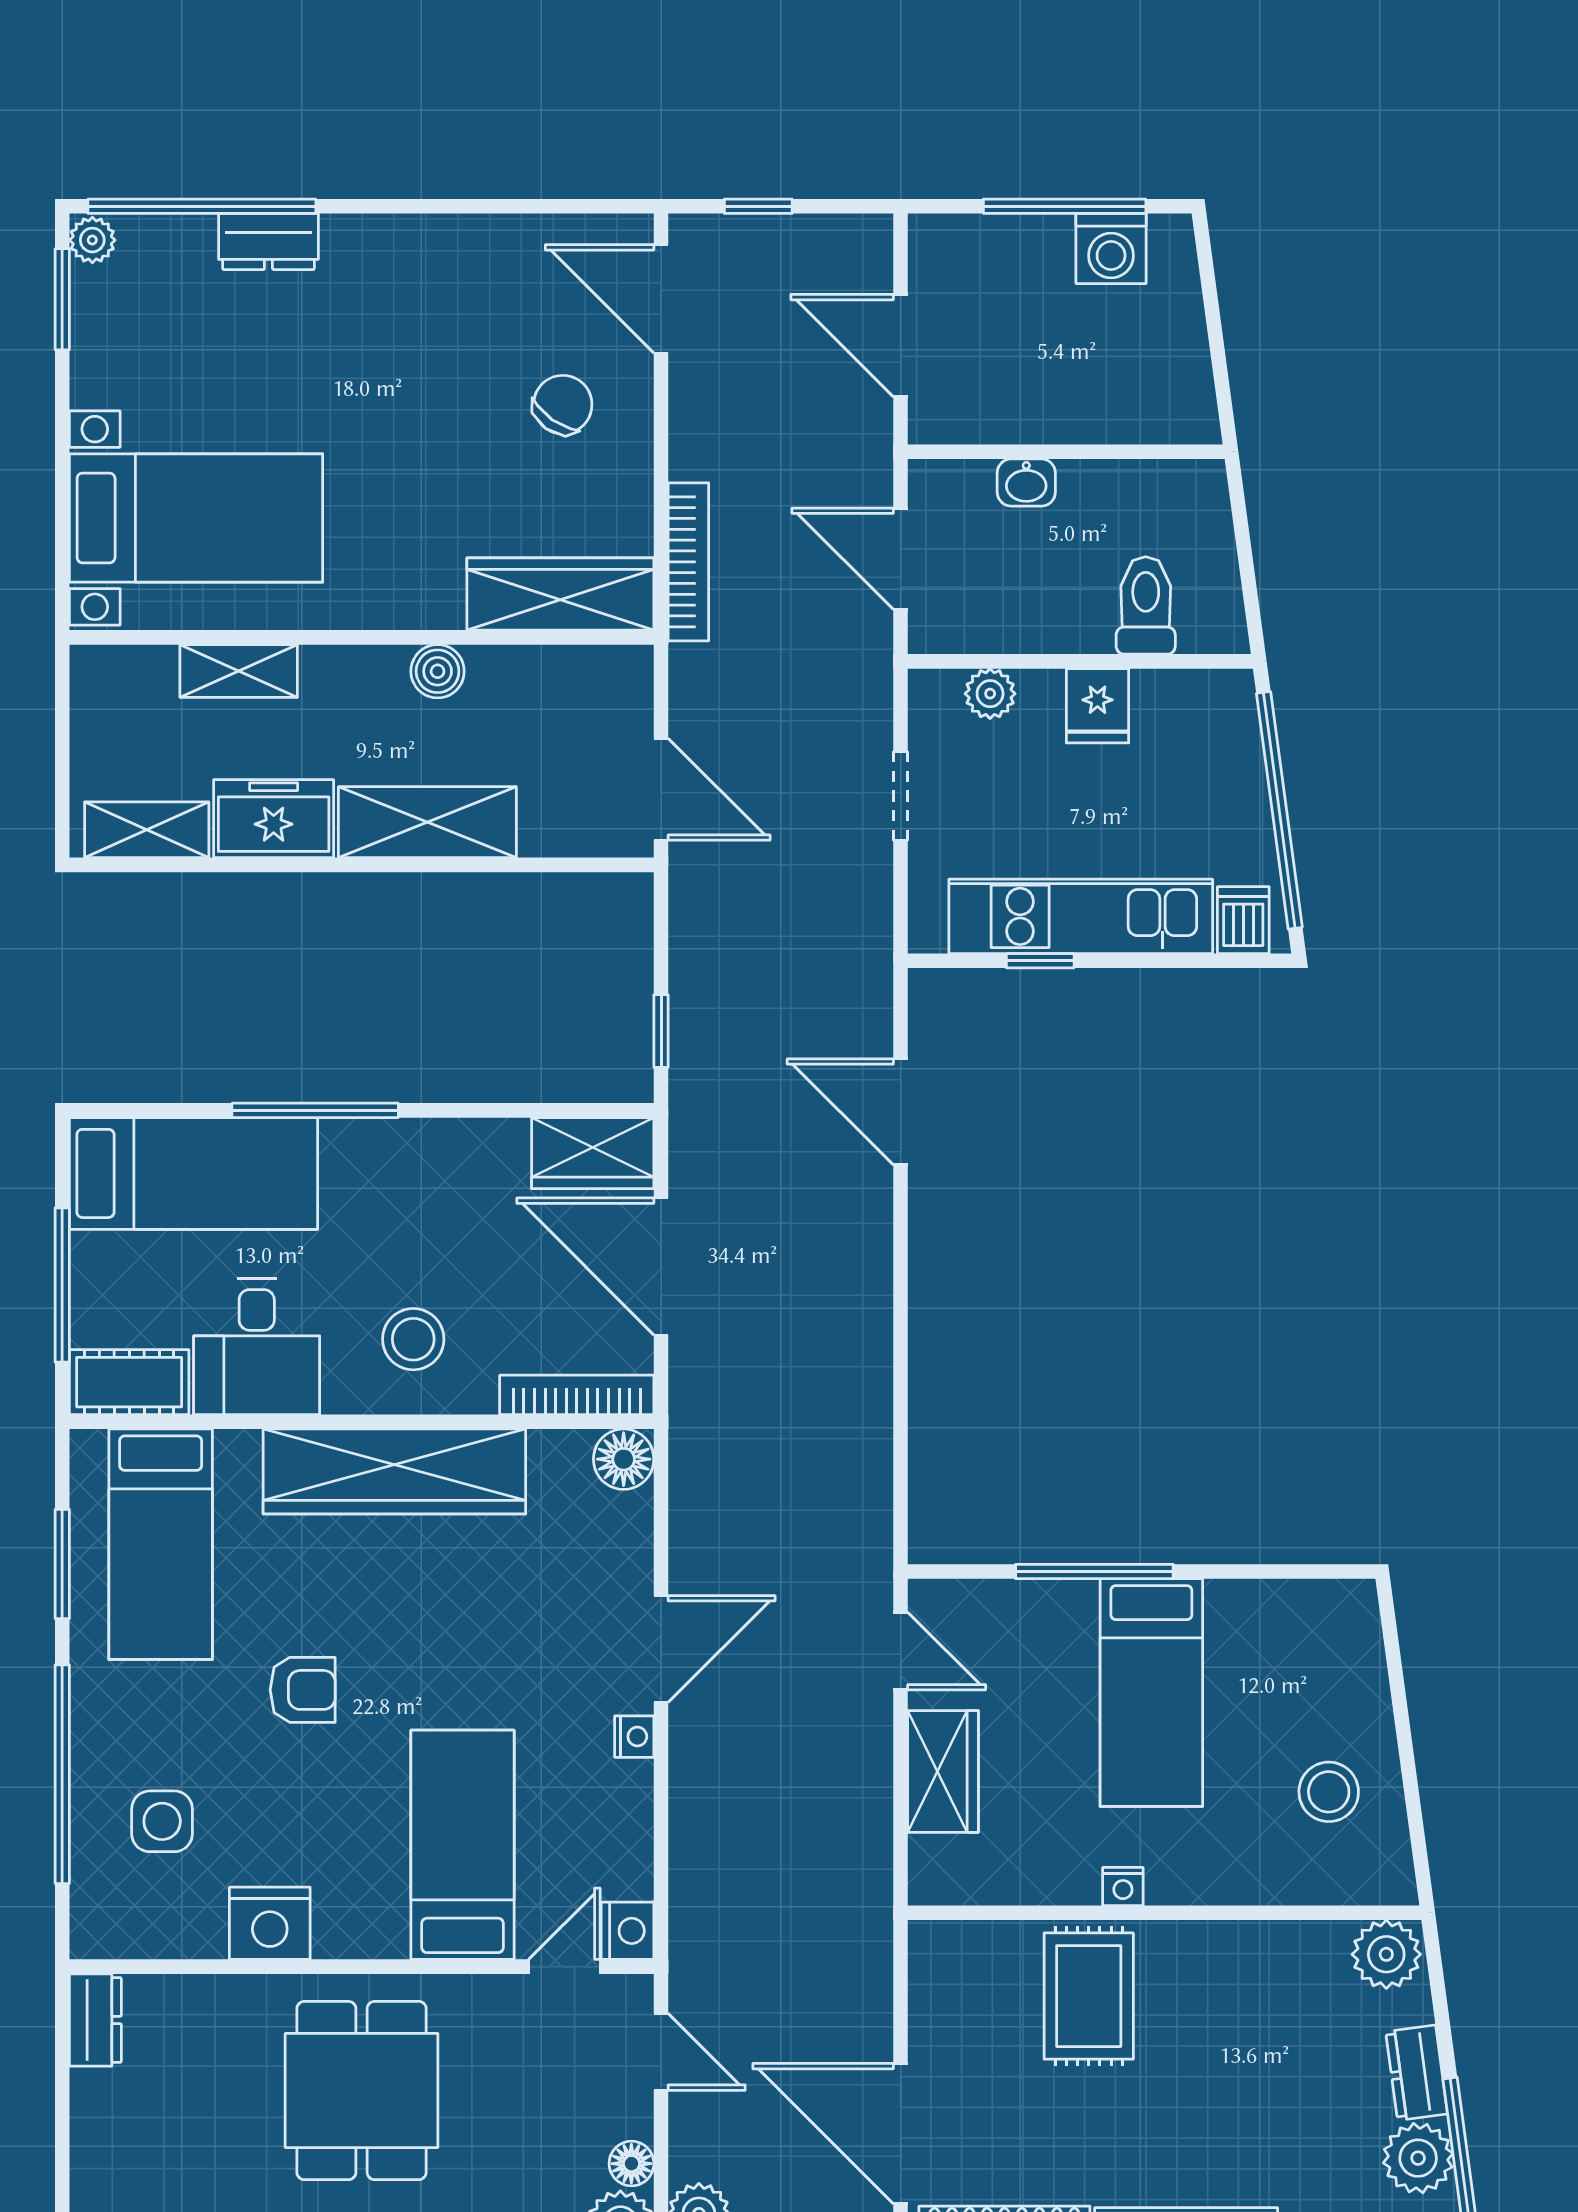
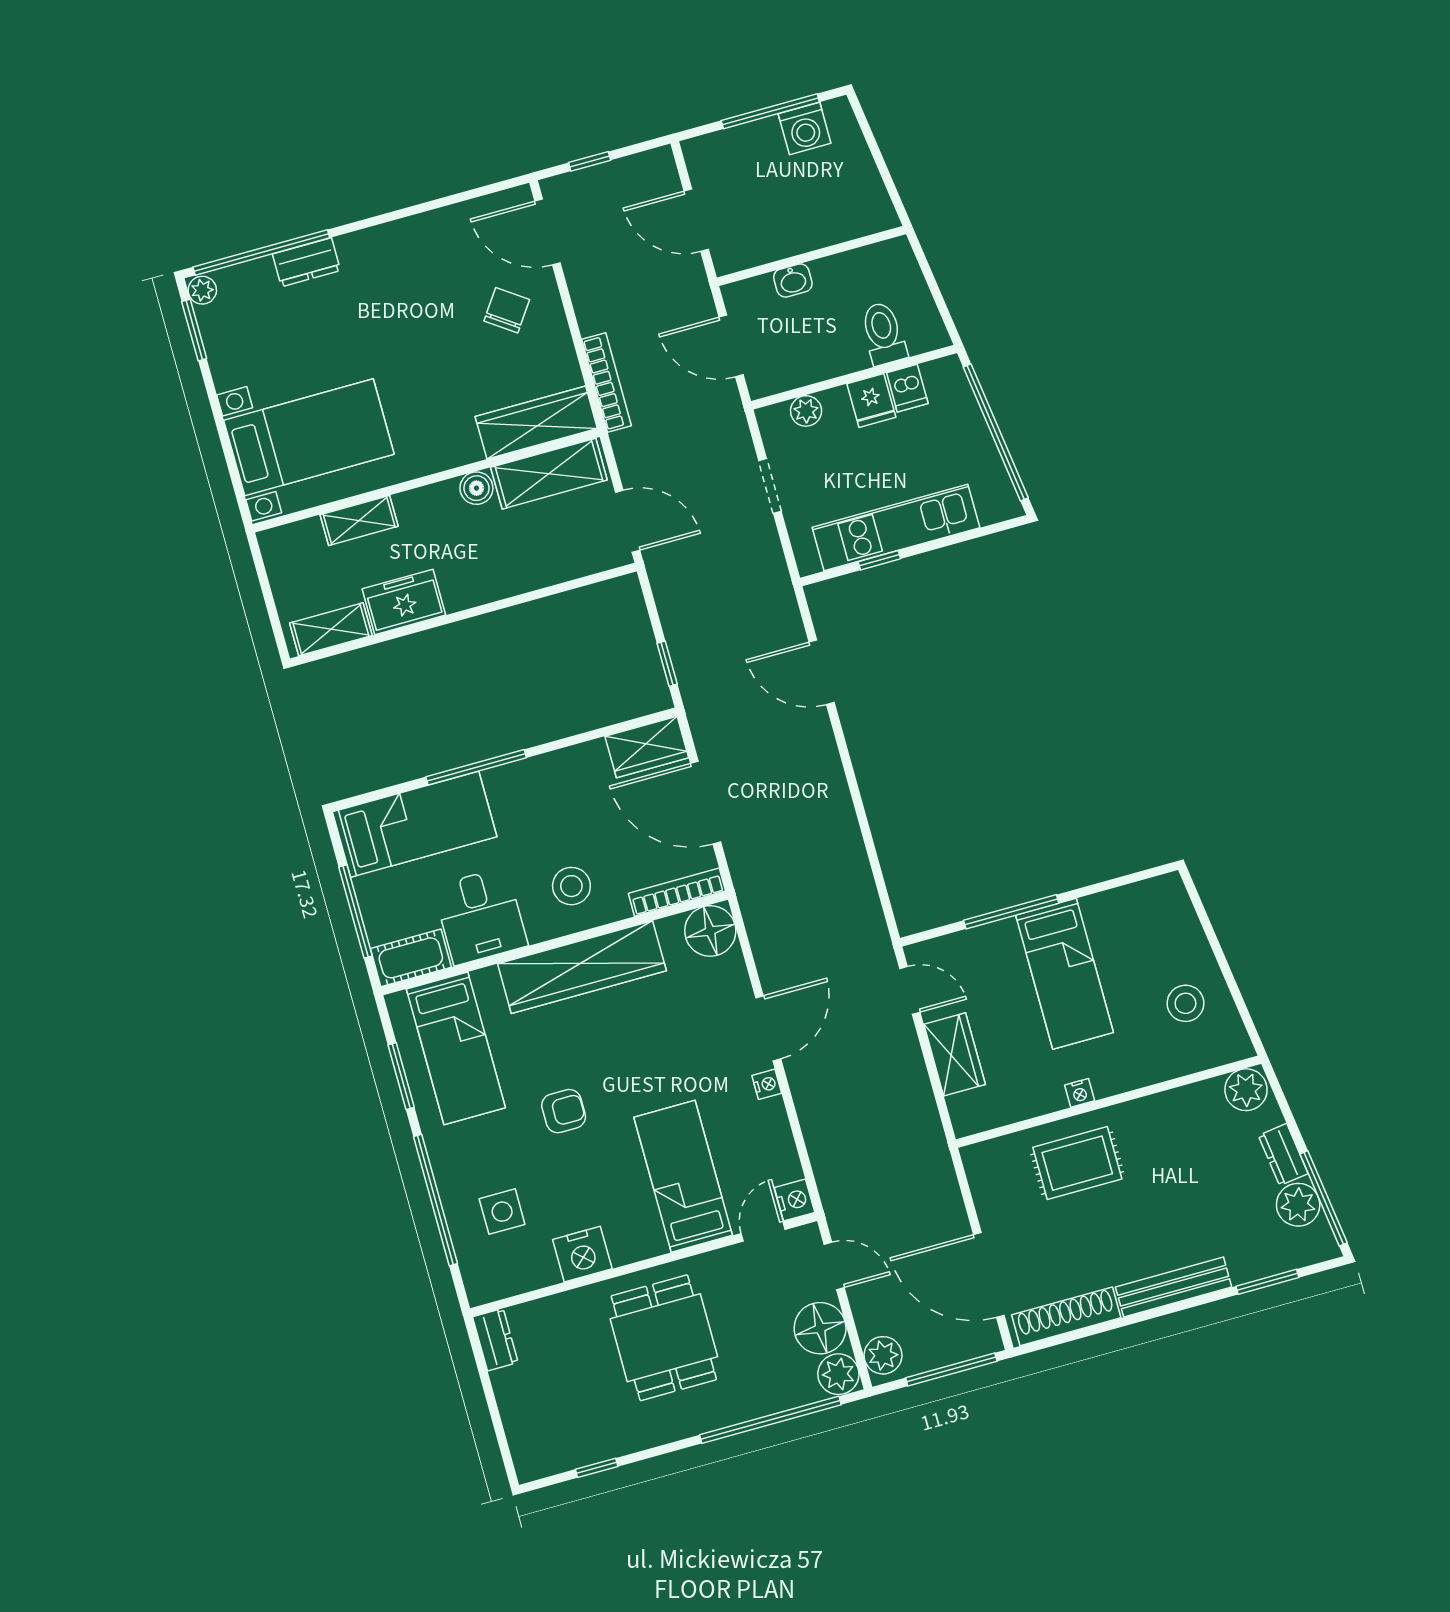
shelving: (427, 822) -> (549, 474), moved
dishwasher: (1243, 920) -> (907, 388), moved, turned 180
floor lamp: (624, 1459) -> (710, 931), width x1.38, depth x1.38
rug: (1089, 1996) -> (1077, 1163), turned 90
floor lamp: (631, 2164) -> (820, 1328), width x1.89, depth x1.89

